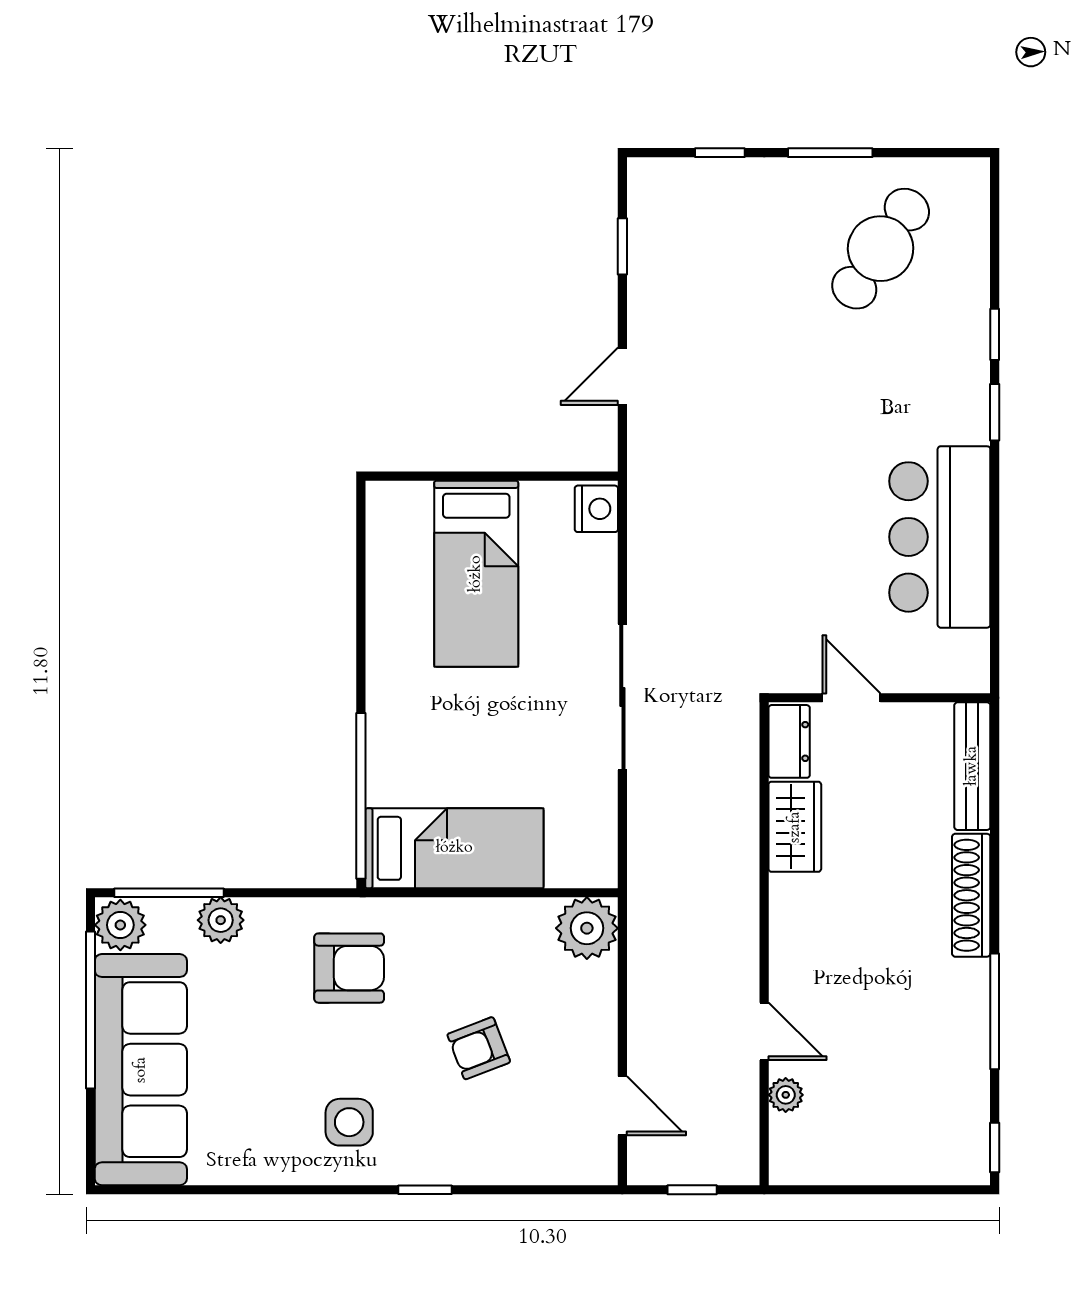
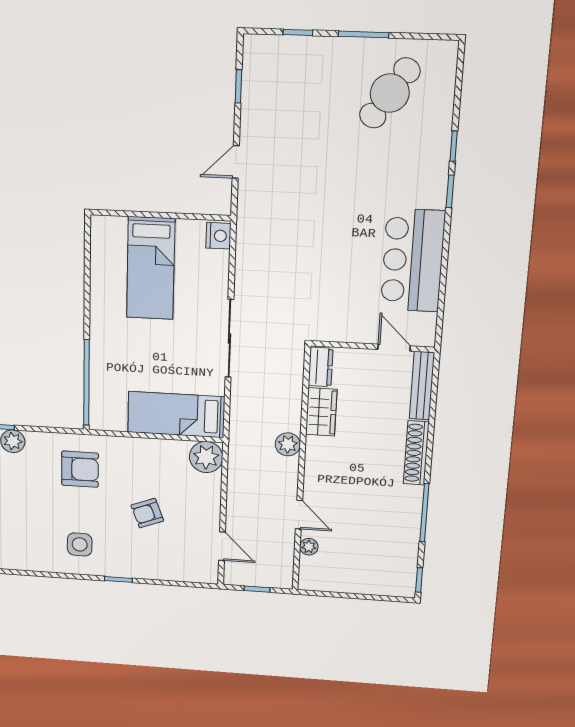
door: (851, 698) -> (394, 348), moved
bed: (454, 848) -> (176, 415), moved, turned 180
plant: (737, 894) -> (288, 444), added

